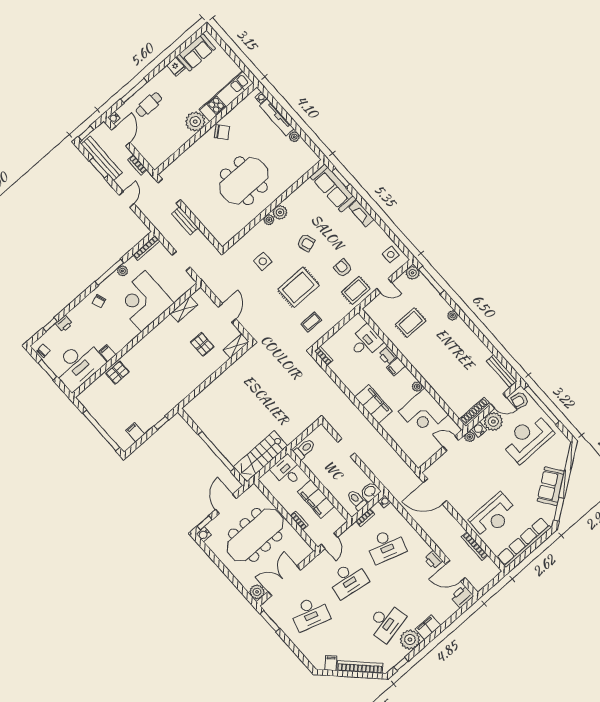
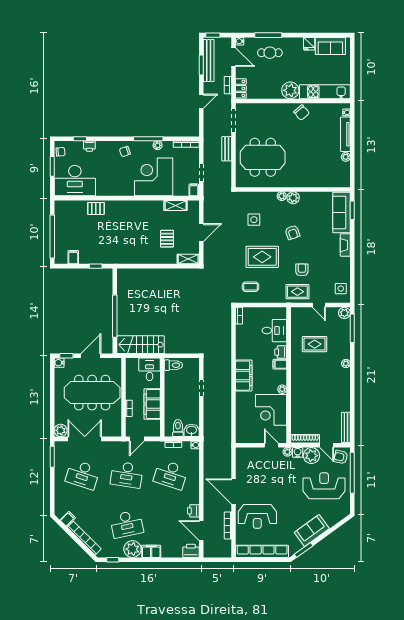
door: (121, 136) -> (234, 57), hinge flipped
locker: (151, 158) -> (241, 88), added
meeting table: (244, 181) -> (263, 157), moved
filing cabinet: (107, 353) -> (194, 190), moved
door: (435, 492) -> (234, 492), moved

